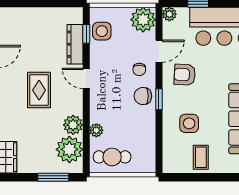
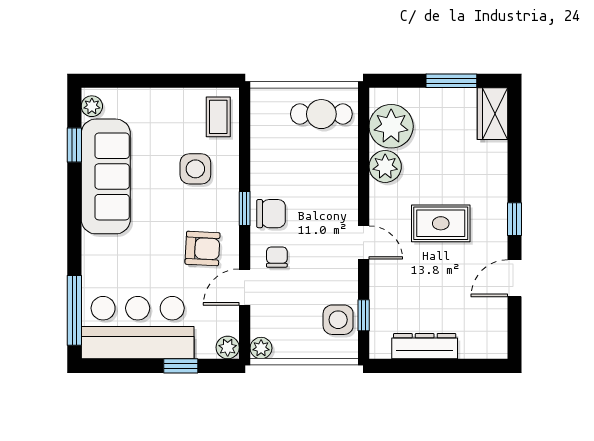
plant: (143, 20) -> (261, 348), width x0.53, depth x0.53
dresser: (75, 44) -> (425, 346), moved, turned -90
rug: (39, 90) -> (441, 223), turned 90
plant: (96, 130) -> (347, 157), removed
coffee table: (201, 157) -> (218, 117), moved
window: (53, 177) -> (451, 81), moved

